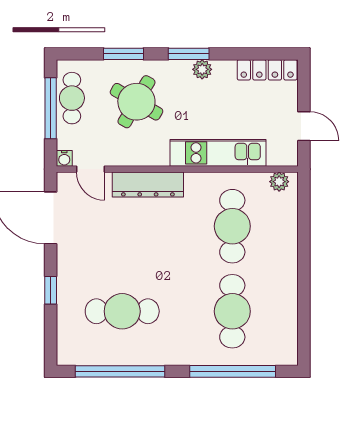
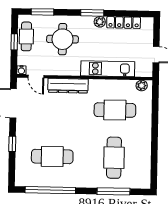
window: (124, 54) -> (43, 12), moved
locker: (267, 70) -> (124, 23), moved
round table: (136, 102) -> (62, 39), turned -30
window: (51, 108) -> (14, 42), width x0.46
cafe table: (232, 226) -> (115, 110), turned 90
window: (233, 371) -> (114, 191), width x0.68

